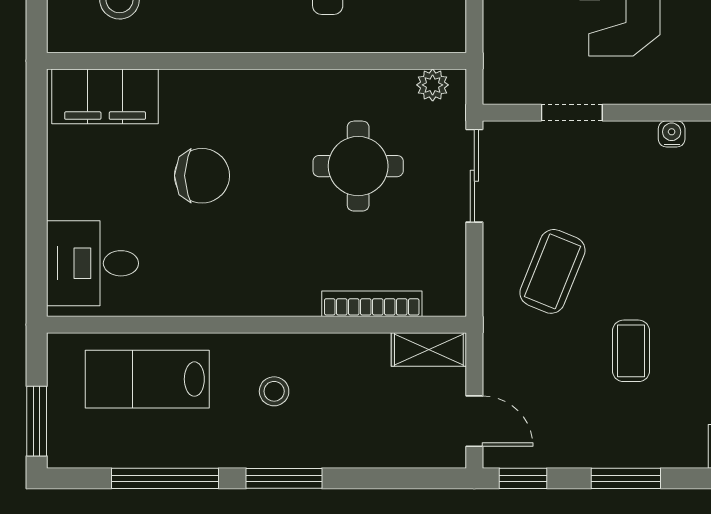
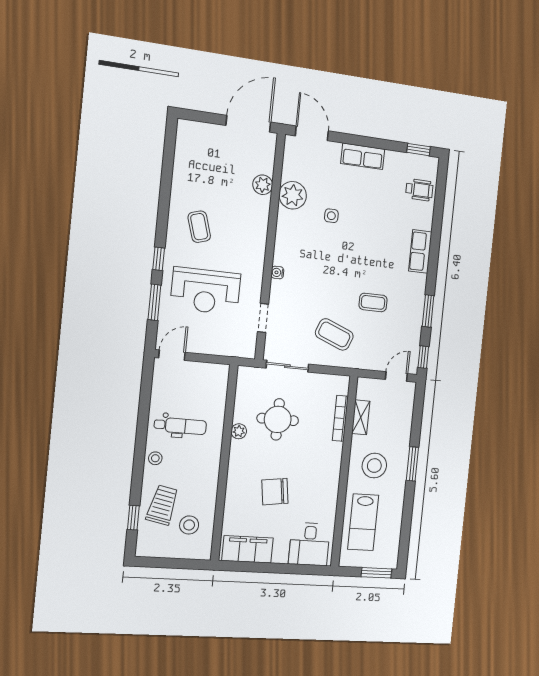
plant: (433, 85) -> (239, 431), moved
filing cabinet: (105, 96) -> (247, 549), moved, turned -90
chair: (202, 176) -> (275, 492), turned -98
shelving: (429, 349) -> (361, 417), moved
stool: (274, 391) -> (374, 466), width x1.89, depth x1.89
window: (165, 478) -> (407, 517), removed

